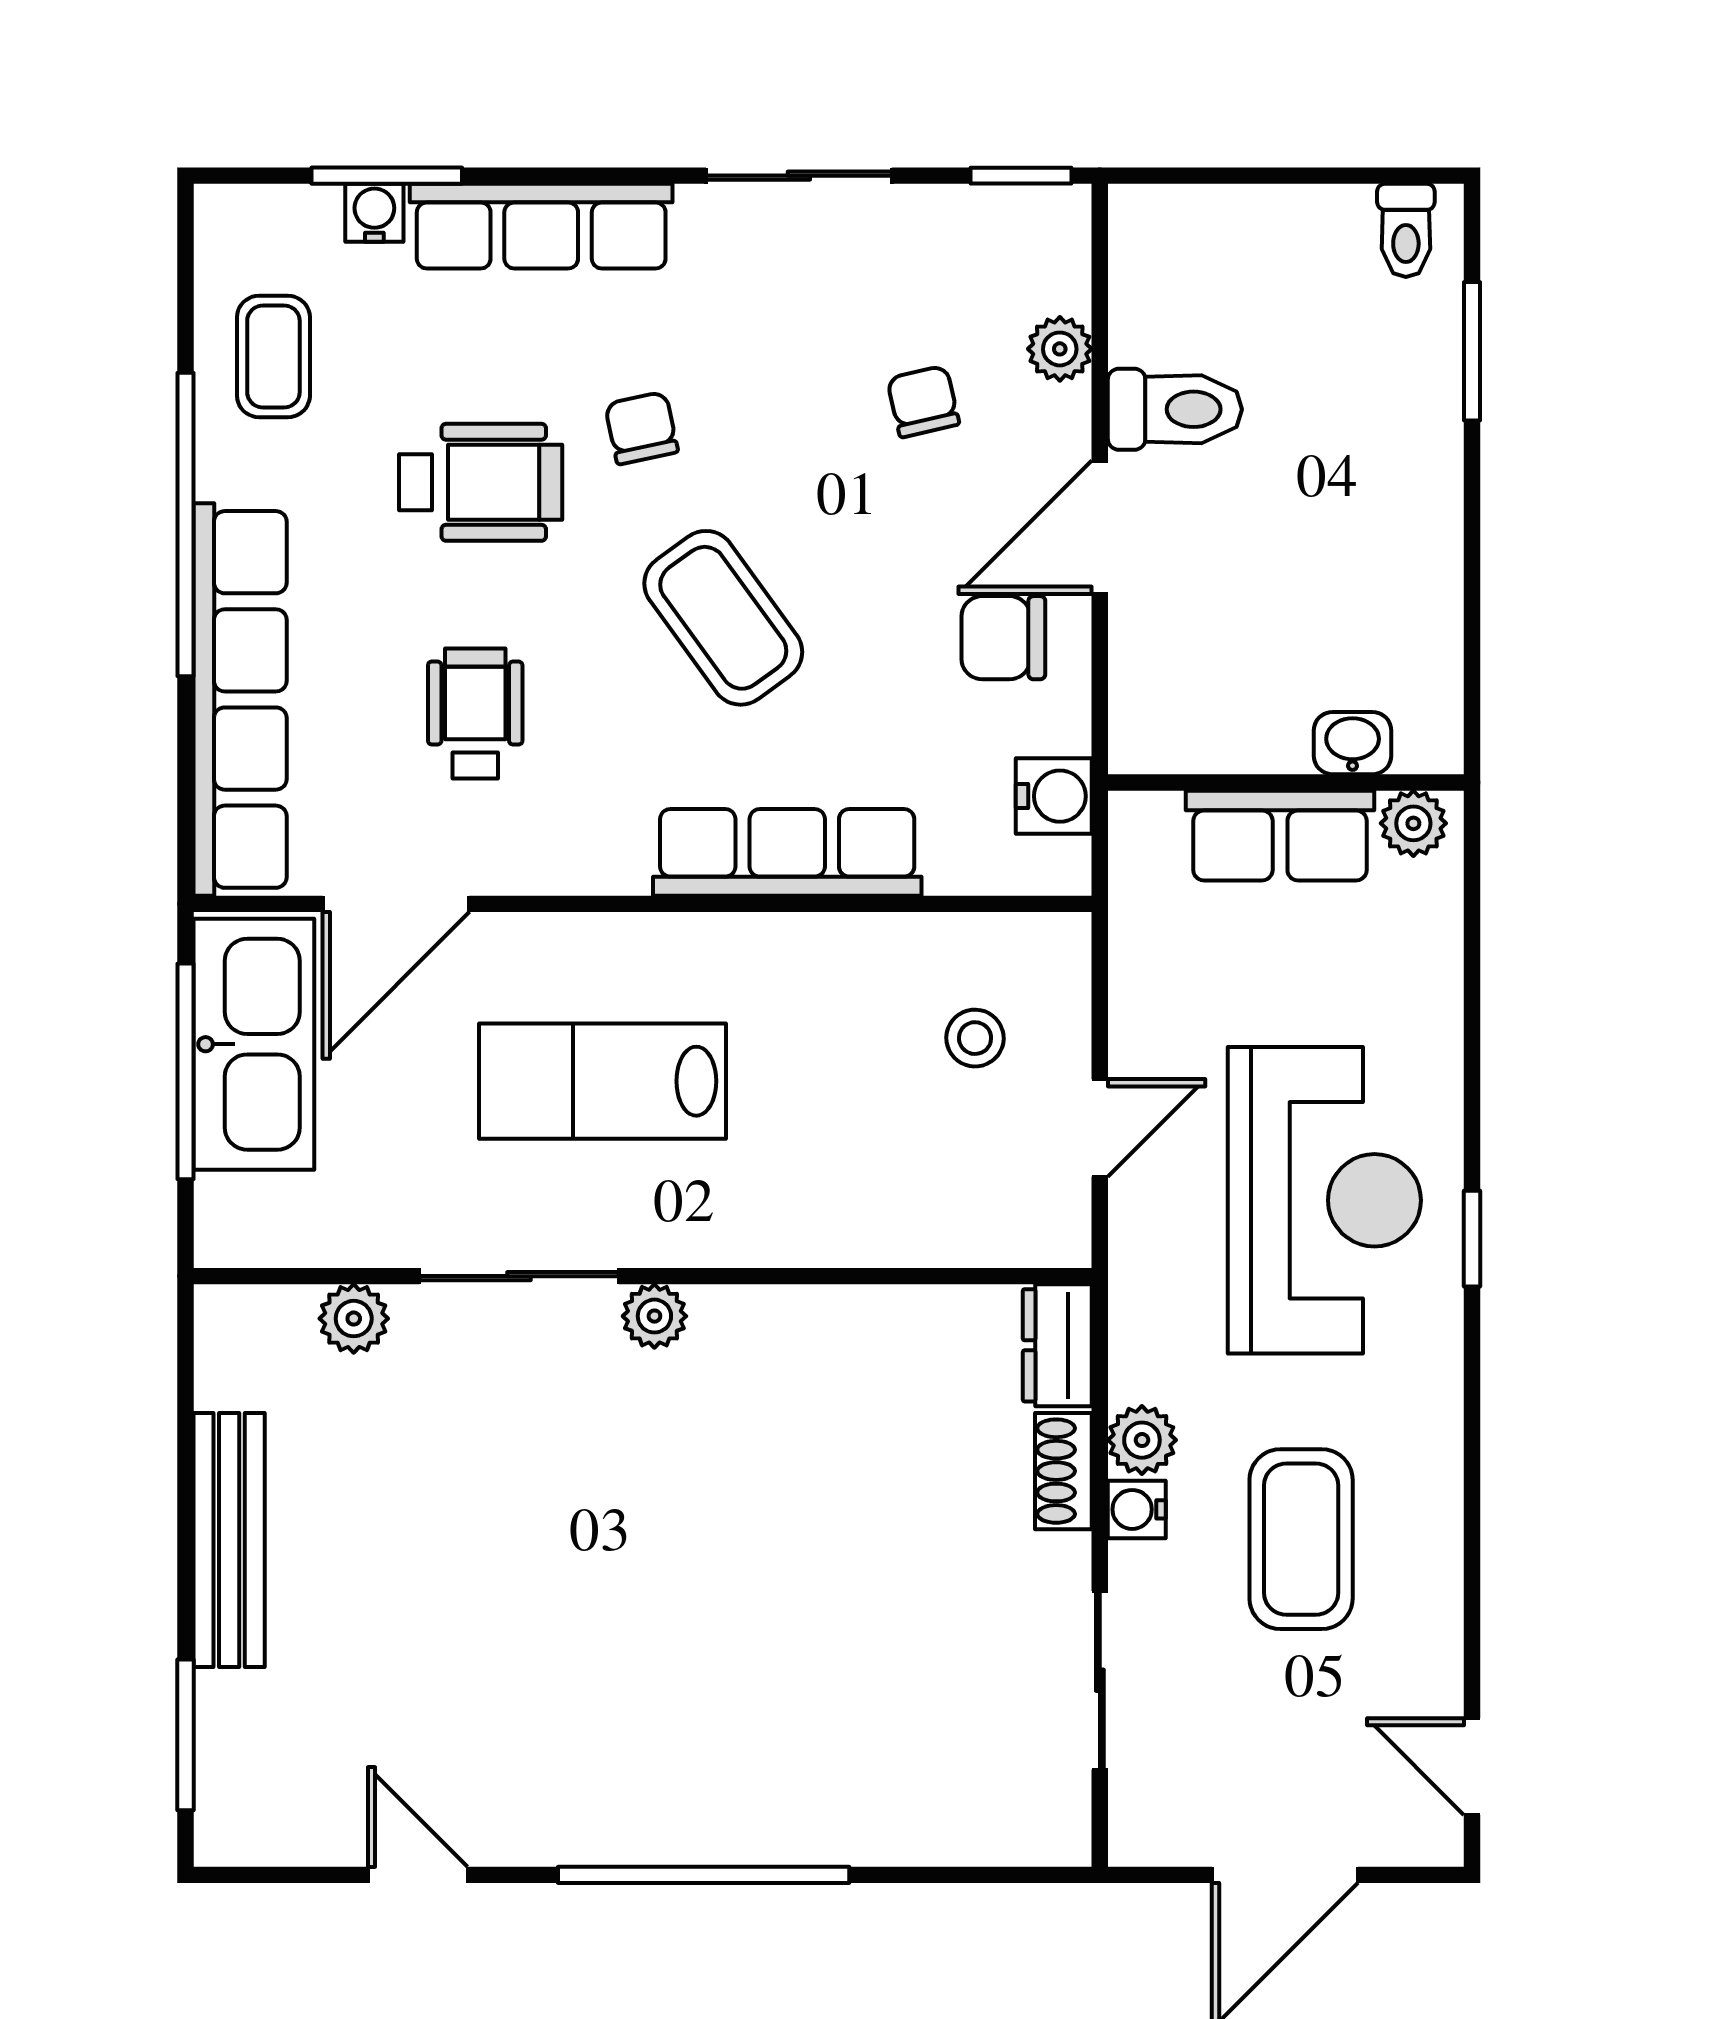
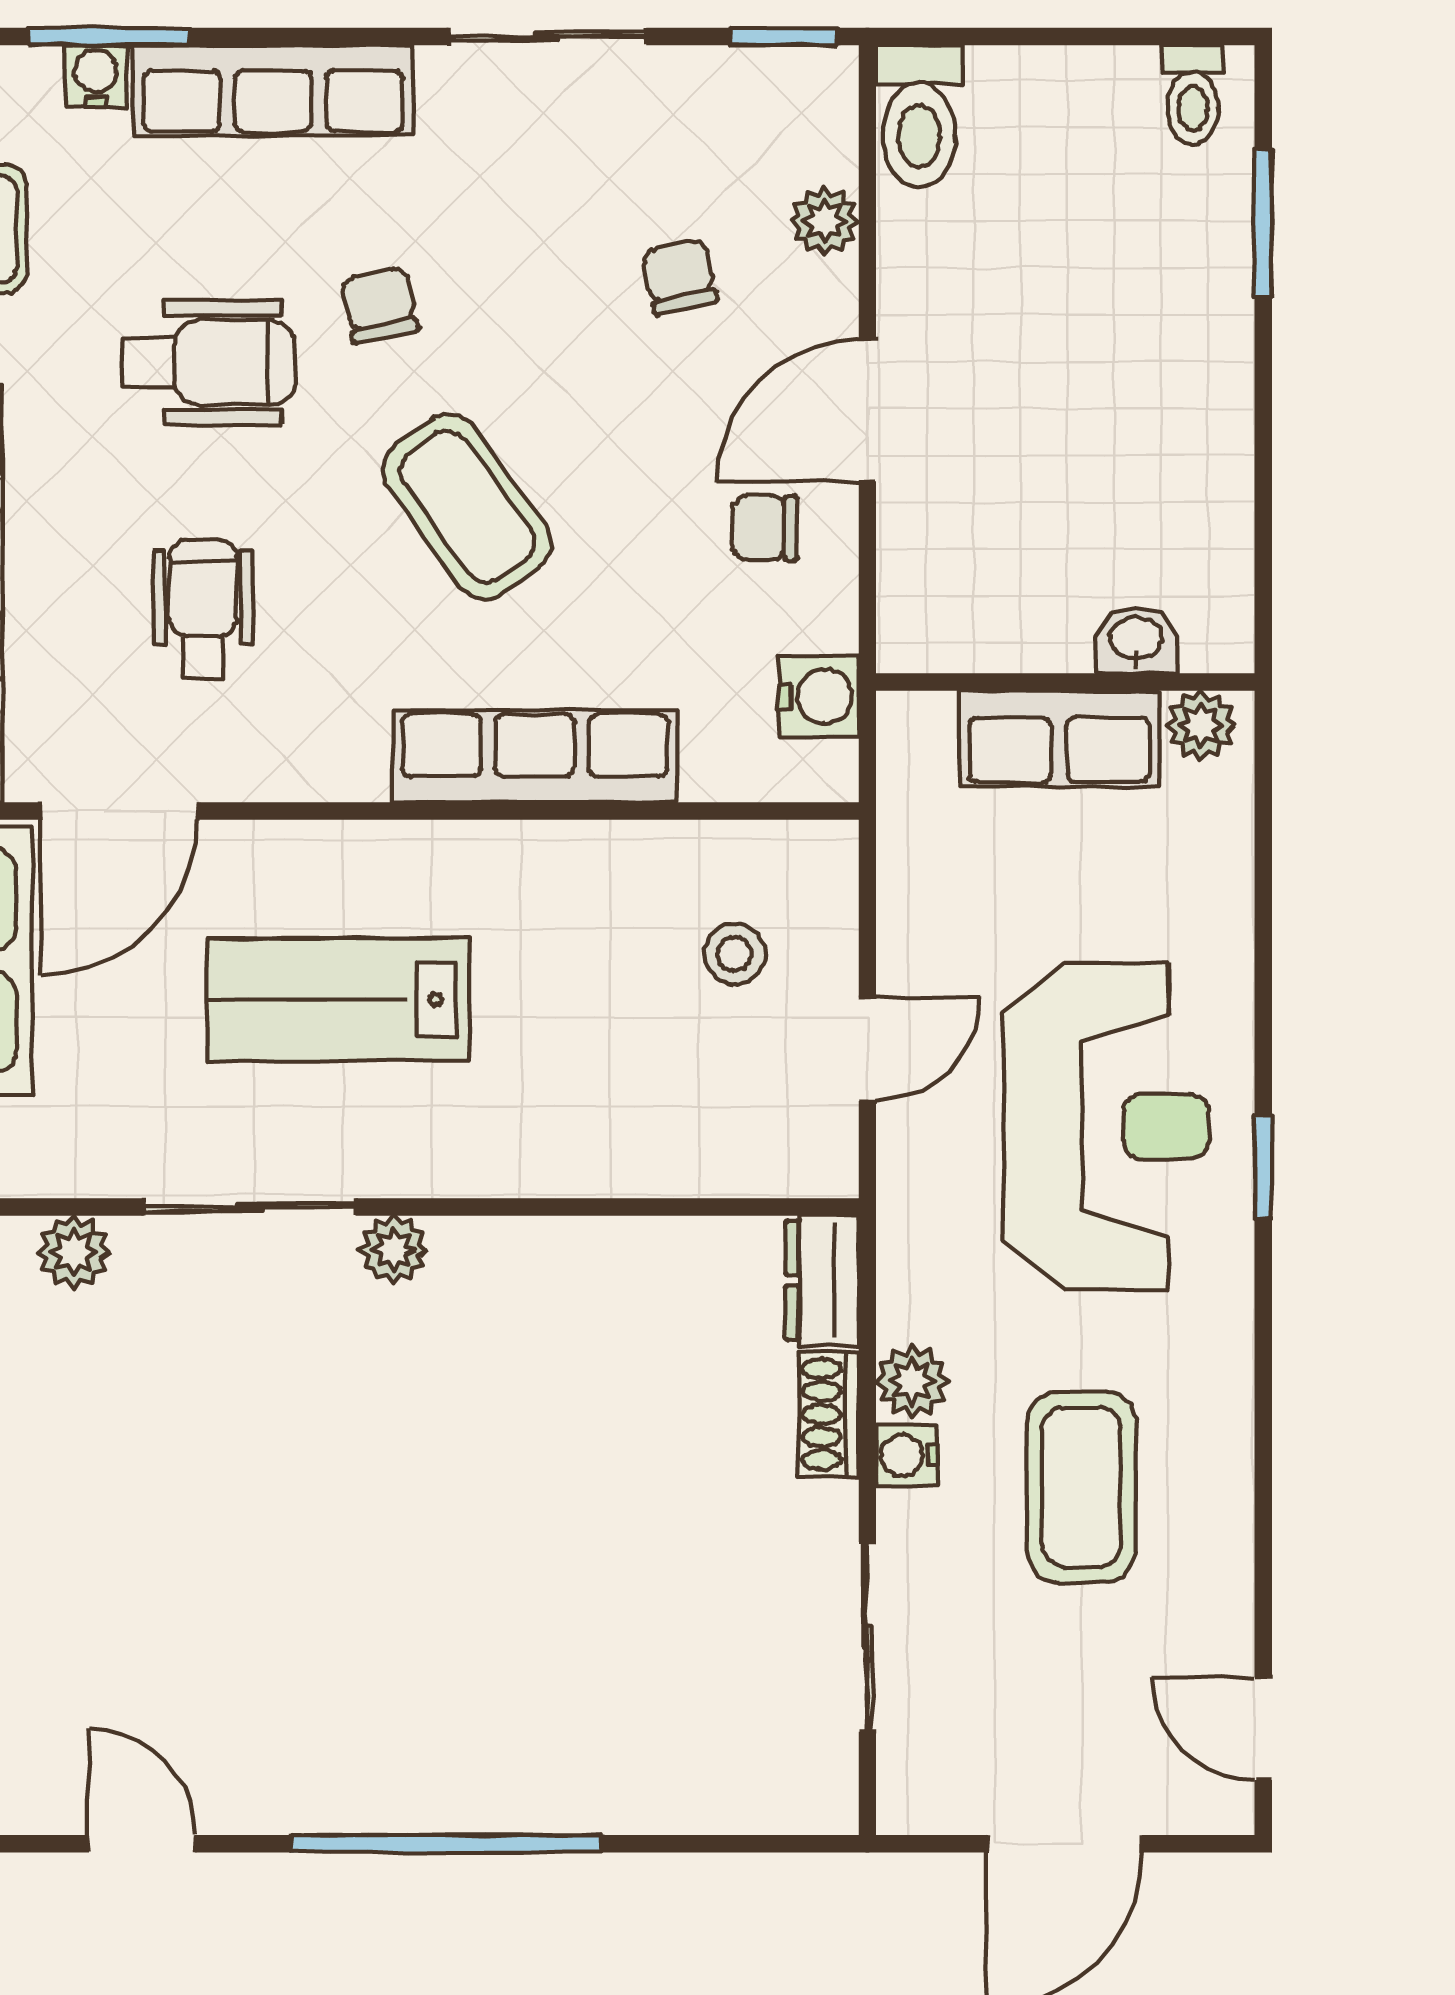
toilet: (1175, 409) -> (919, 116), moved, turned 90
chair: (1003, 638) -> (765, 528), width x0.73, depth x0.73

